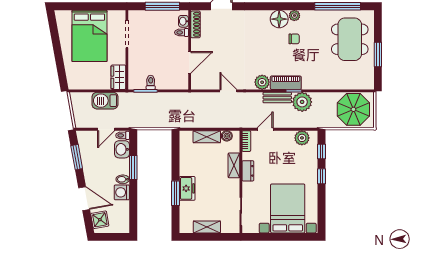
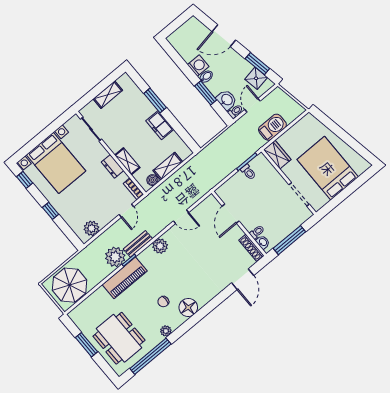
plant: (294, 16) -> (166, 331), moved
piano: (286, 83) -> (125, 278), moved, width x1.37, depth x1.33
window: (321, 151) -> (25, 180), moved
freezer: (187, 188) -> (160, 125), moved
shower: (100, 220) -> (256, 78), moved

